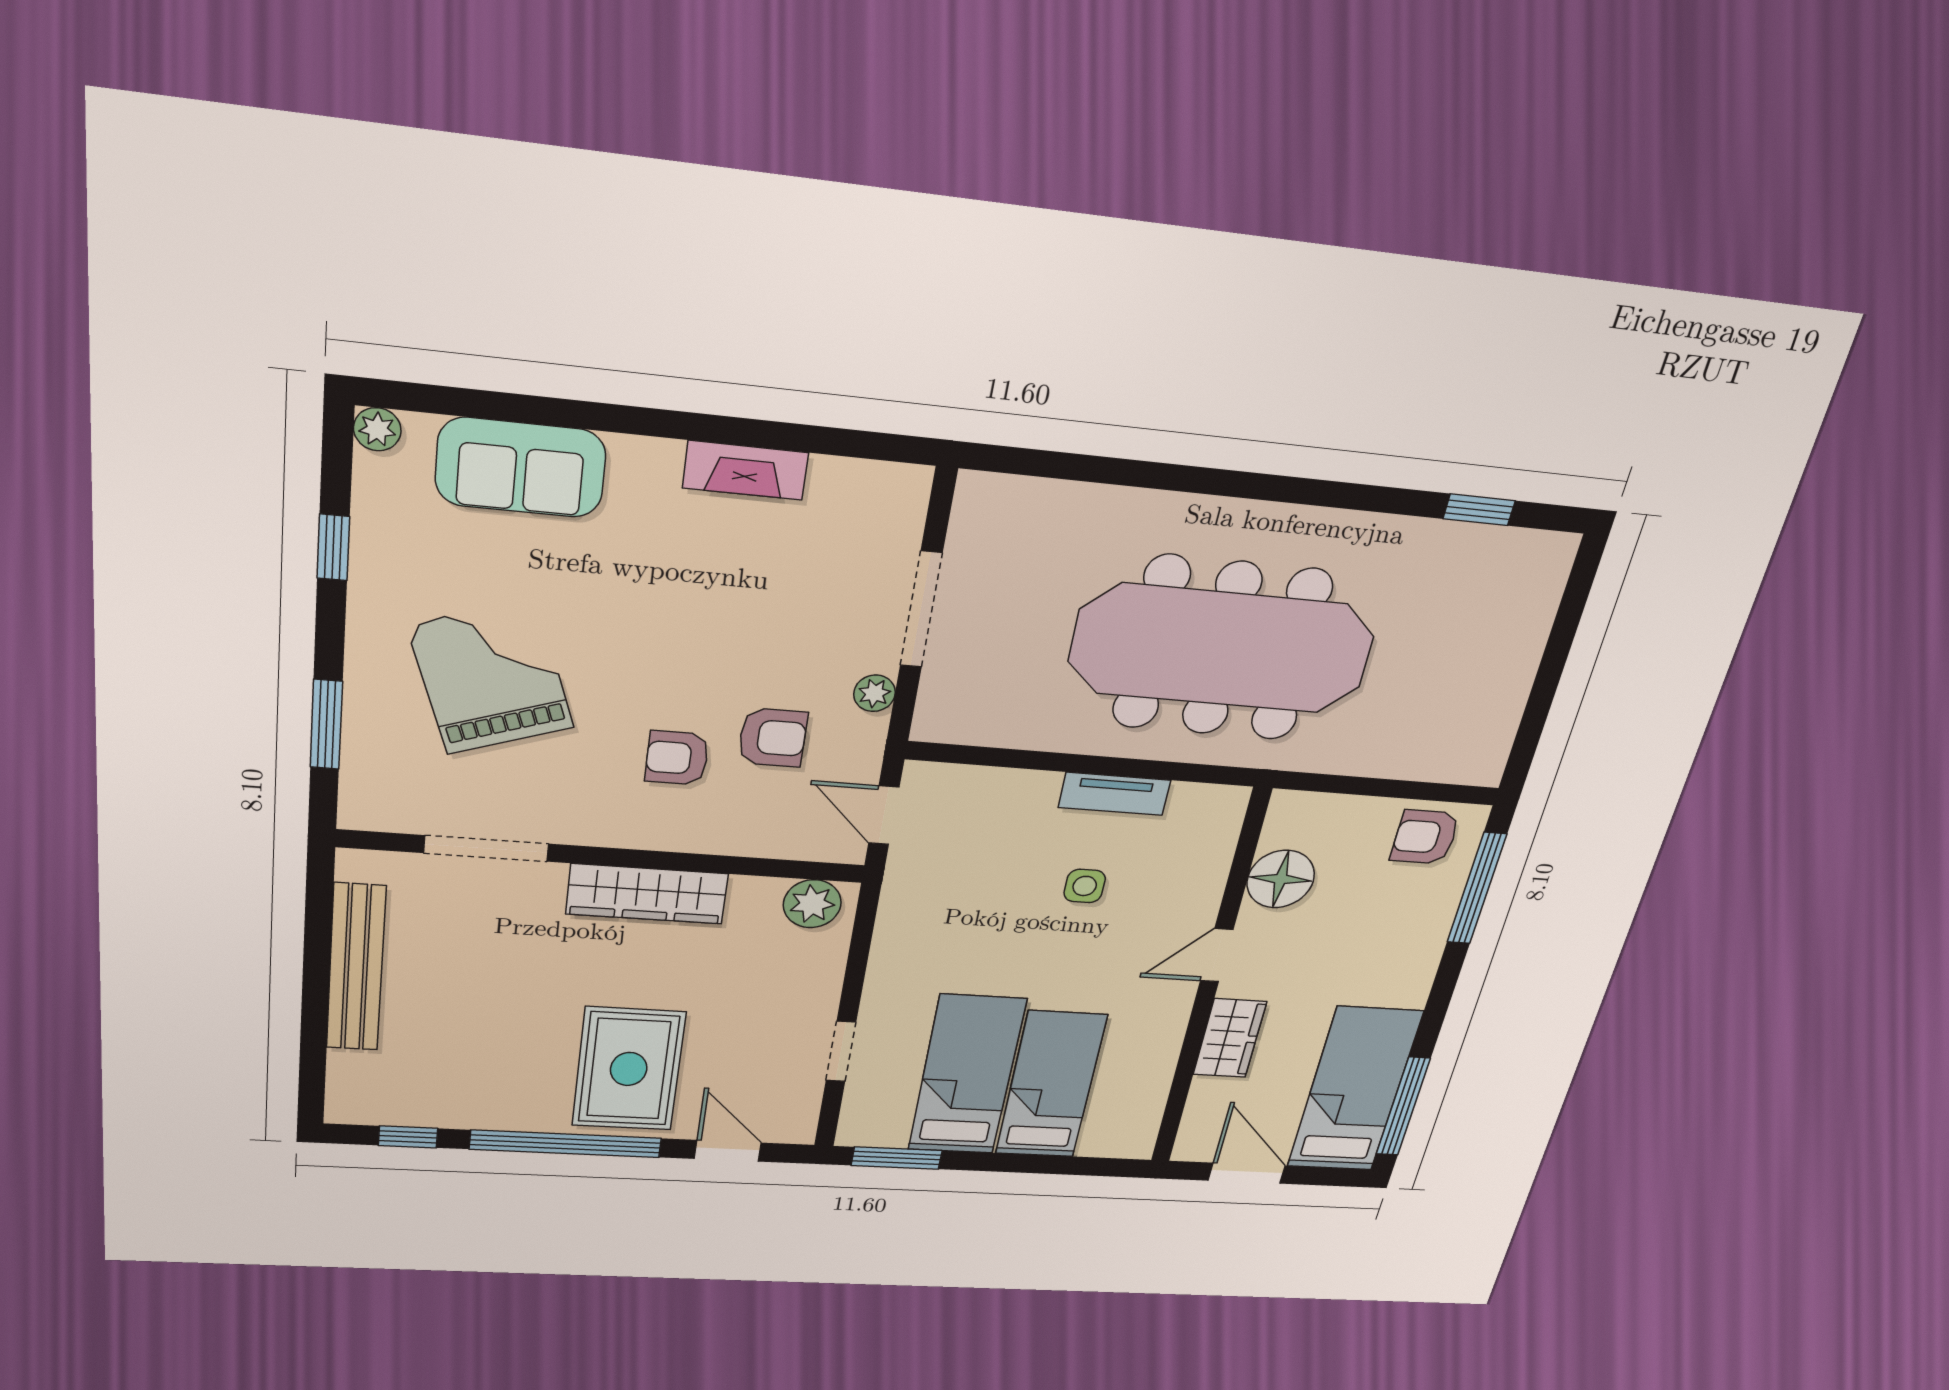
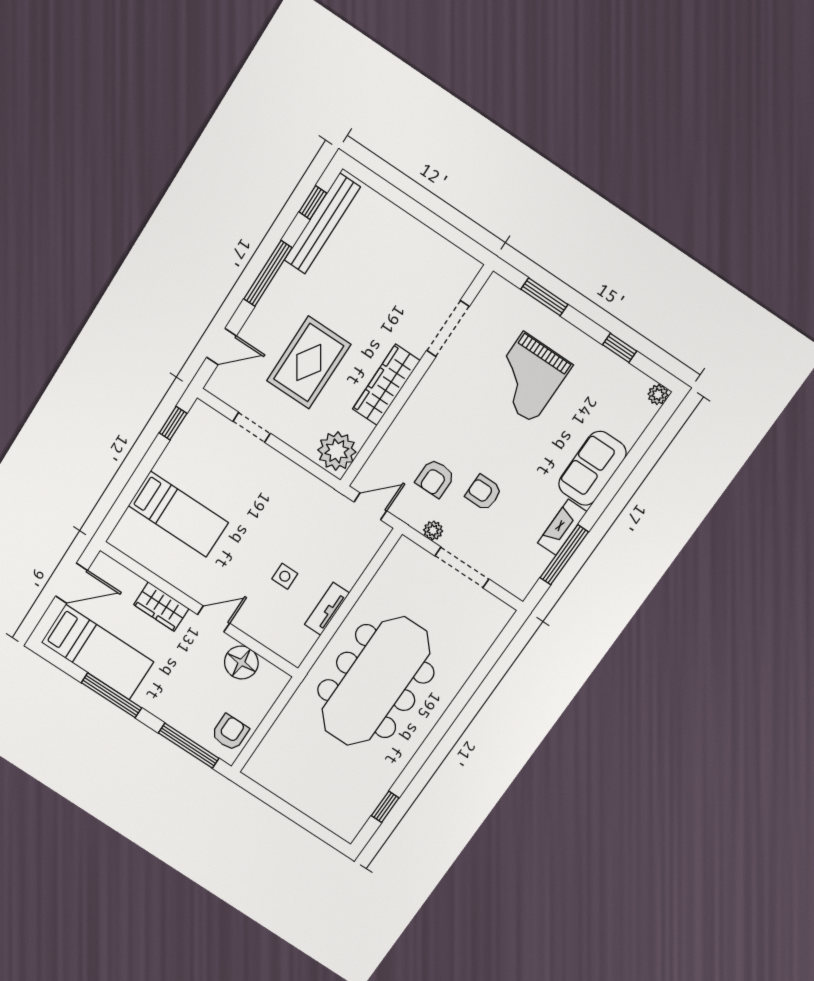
window: (799, 438) -> (564, 555), added
sofa: (521, 468) -> (592, 468), moved
grand piano: (491, 677) -> (528, 377), turned 109
armchair: (677, 758) -> (484, 493), moved, turned -90
plant: (812, 904) -> (337, 451), width x1.36, depth x1.36
door: (1217, 955) -> (214, 619), hinge flipped
bench: (356, 968) -> (322, 224), moved, turned 90
rug: (629, 1069) -> (309, 363), moved, turned 90
bed: (967, 1075) -> (206, 478), removed
window: (1403, 1106) -> (111, 695), moved
window: (566, 1144) -> (268, 273), width x0.68
window: (897, 1158) -> (173, 423), width x0.67

